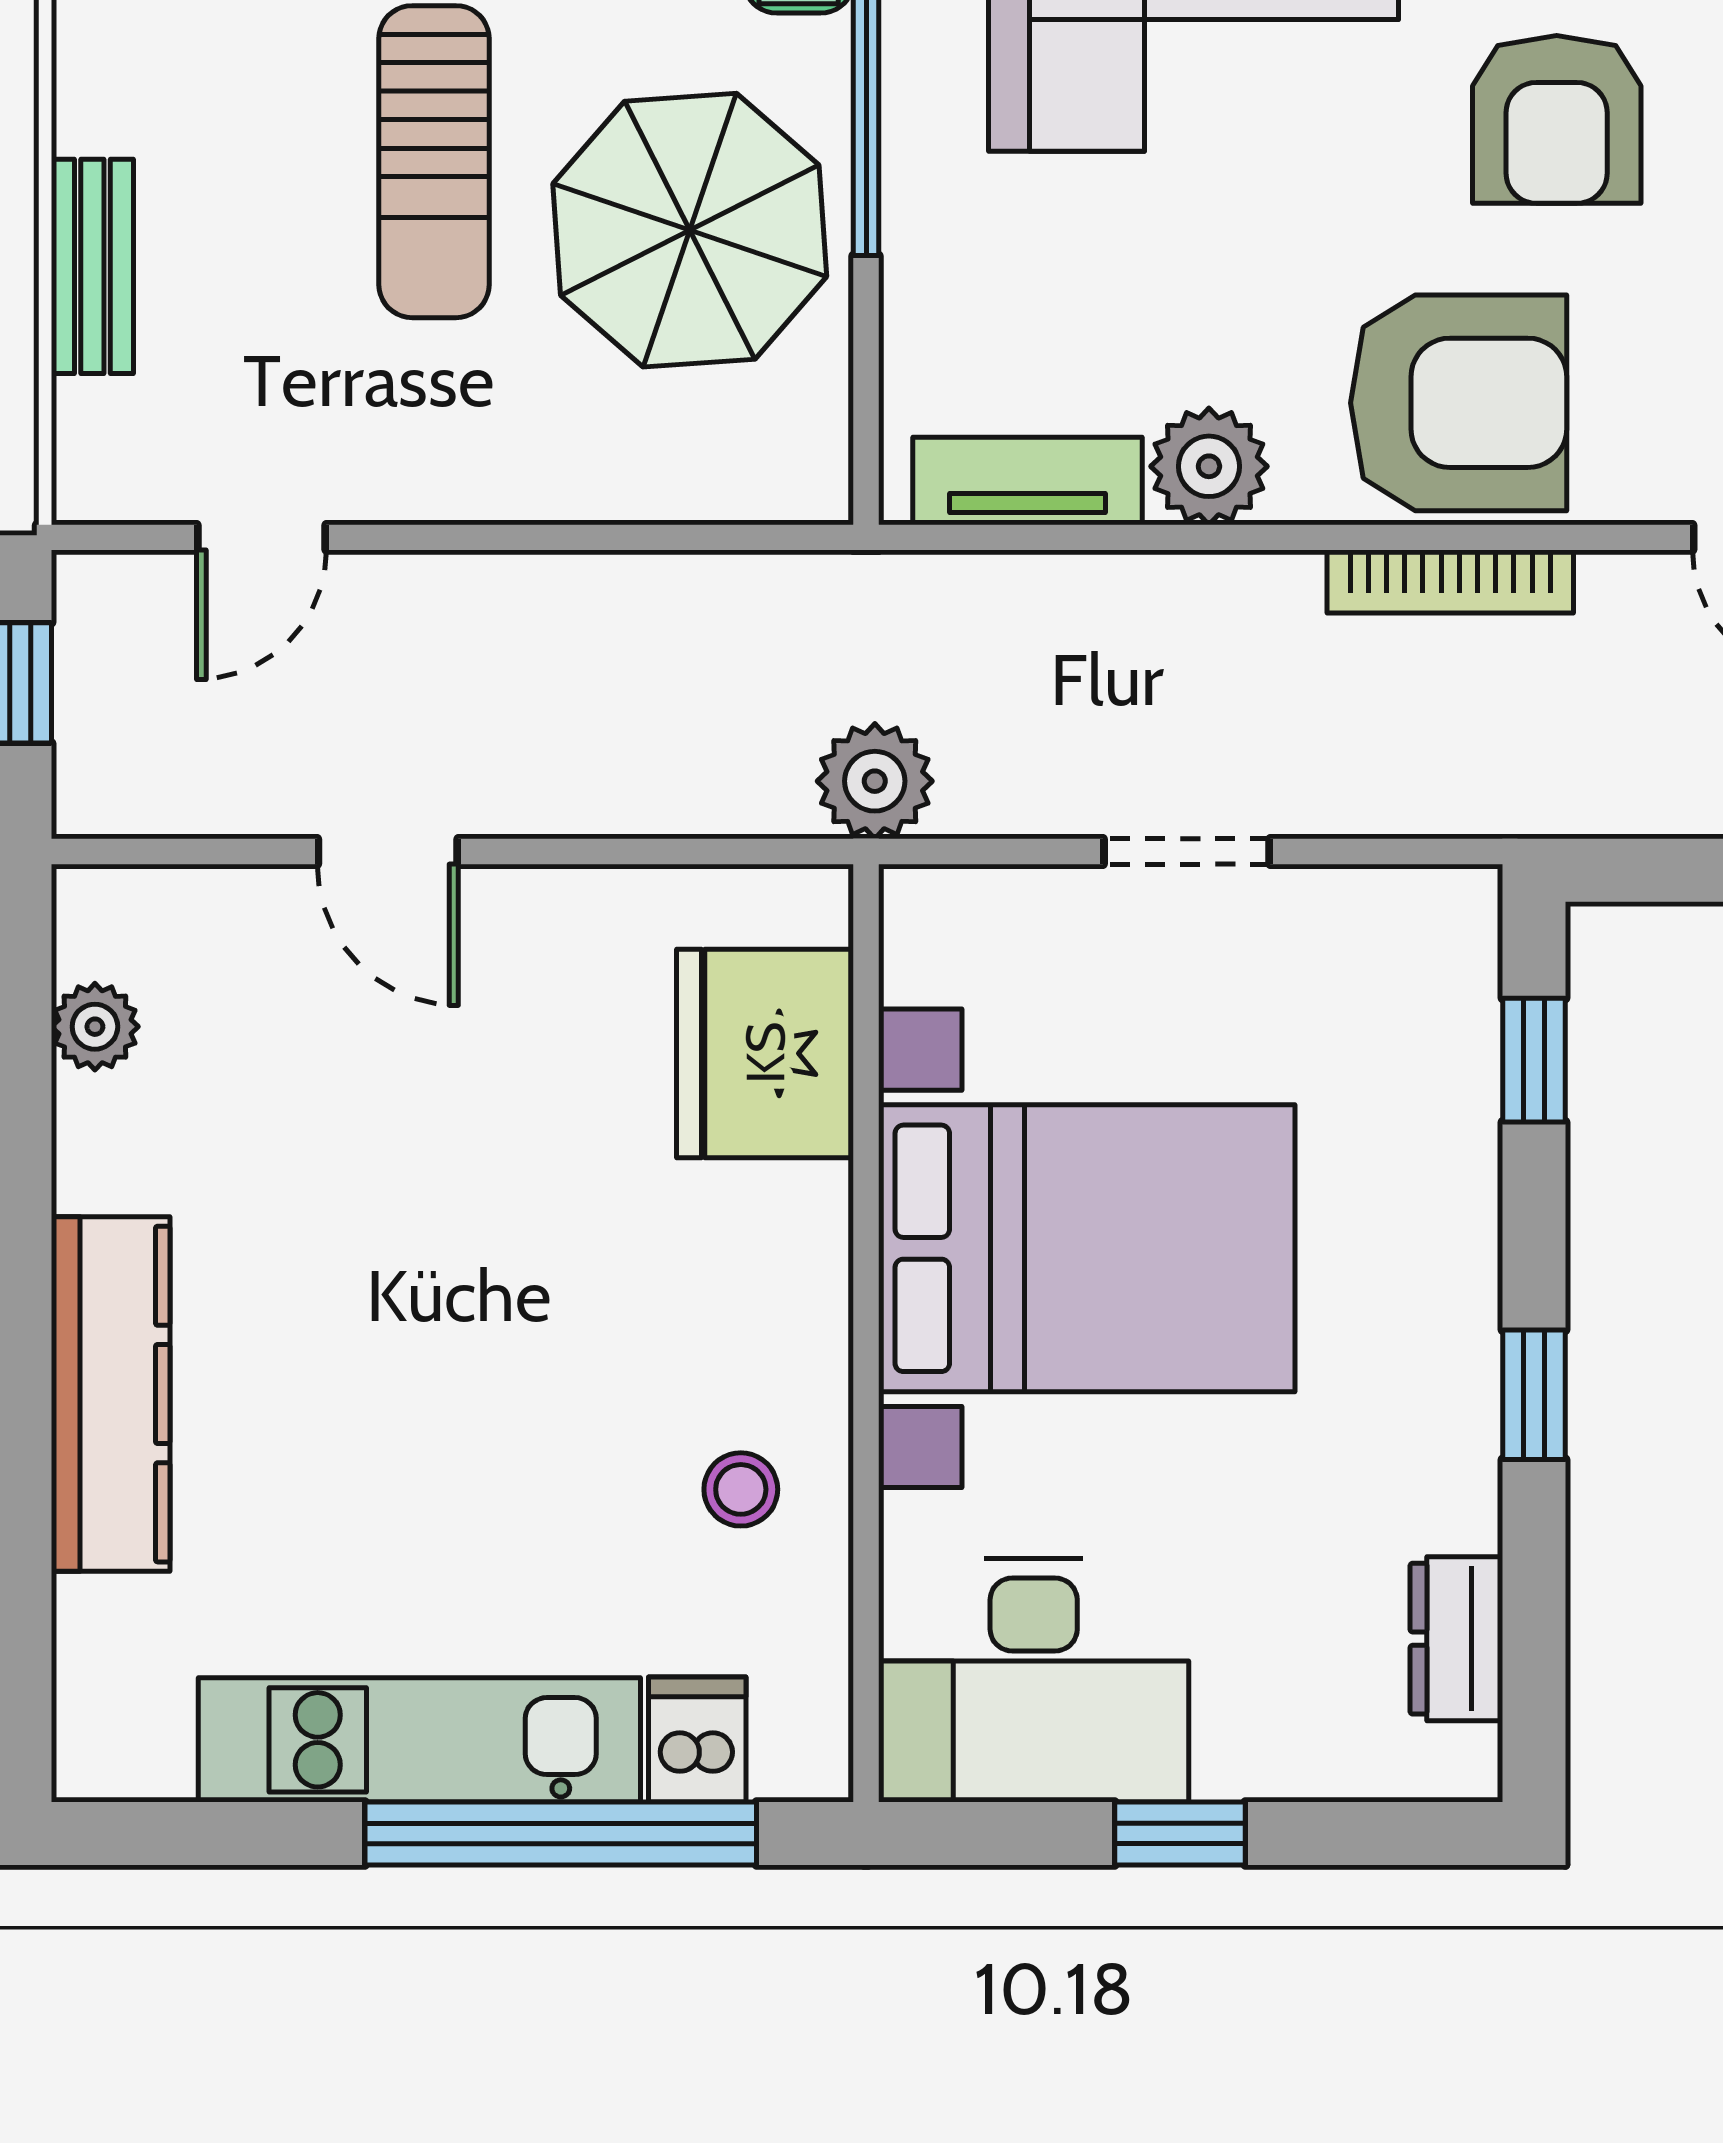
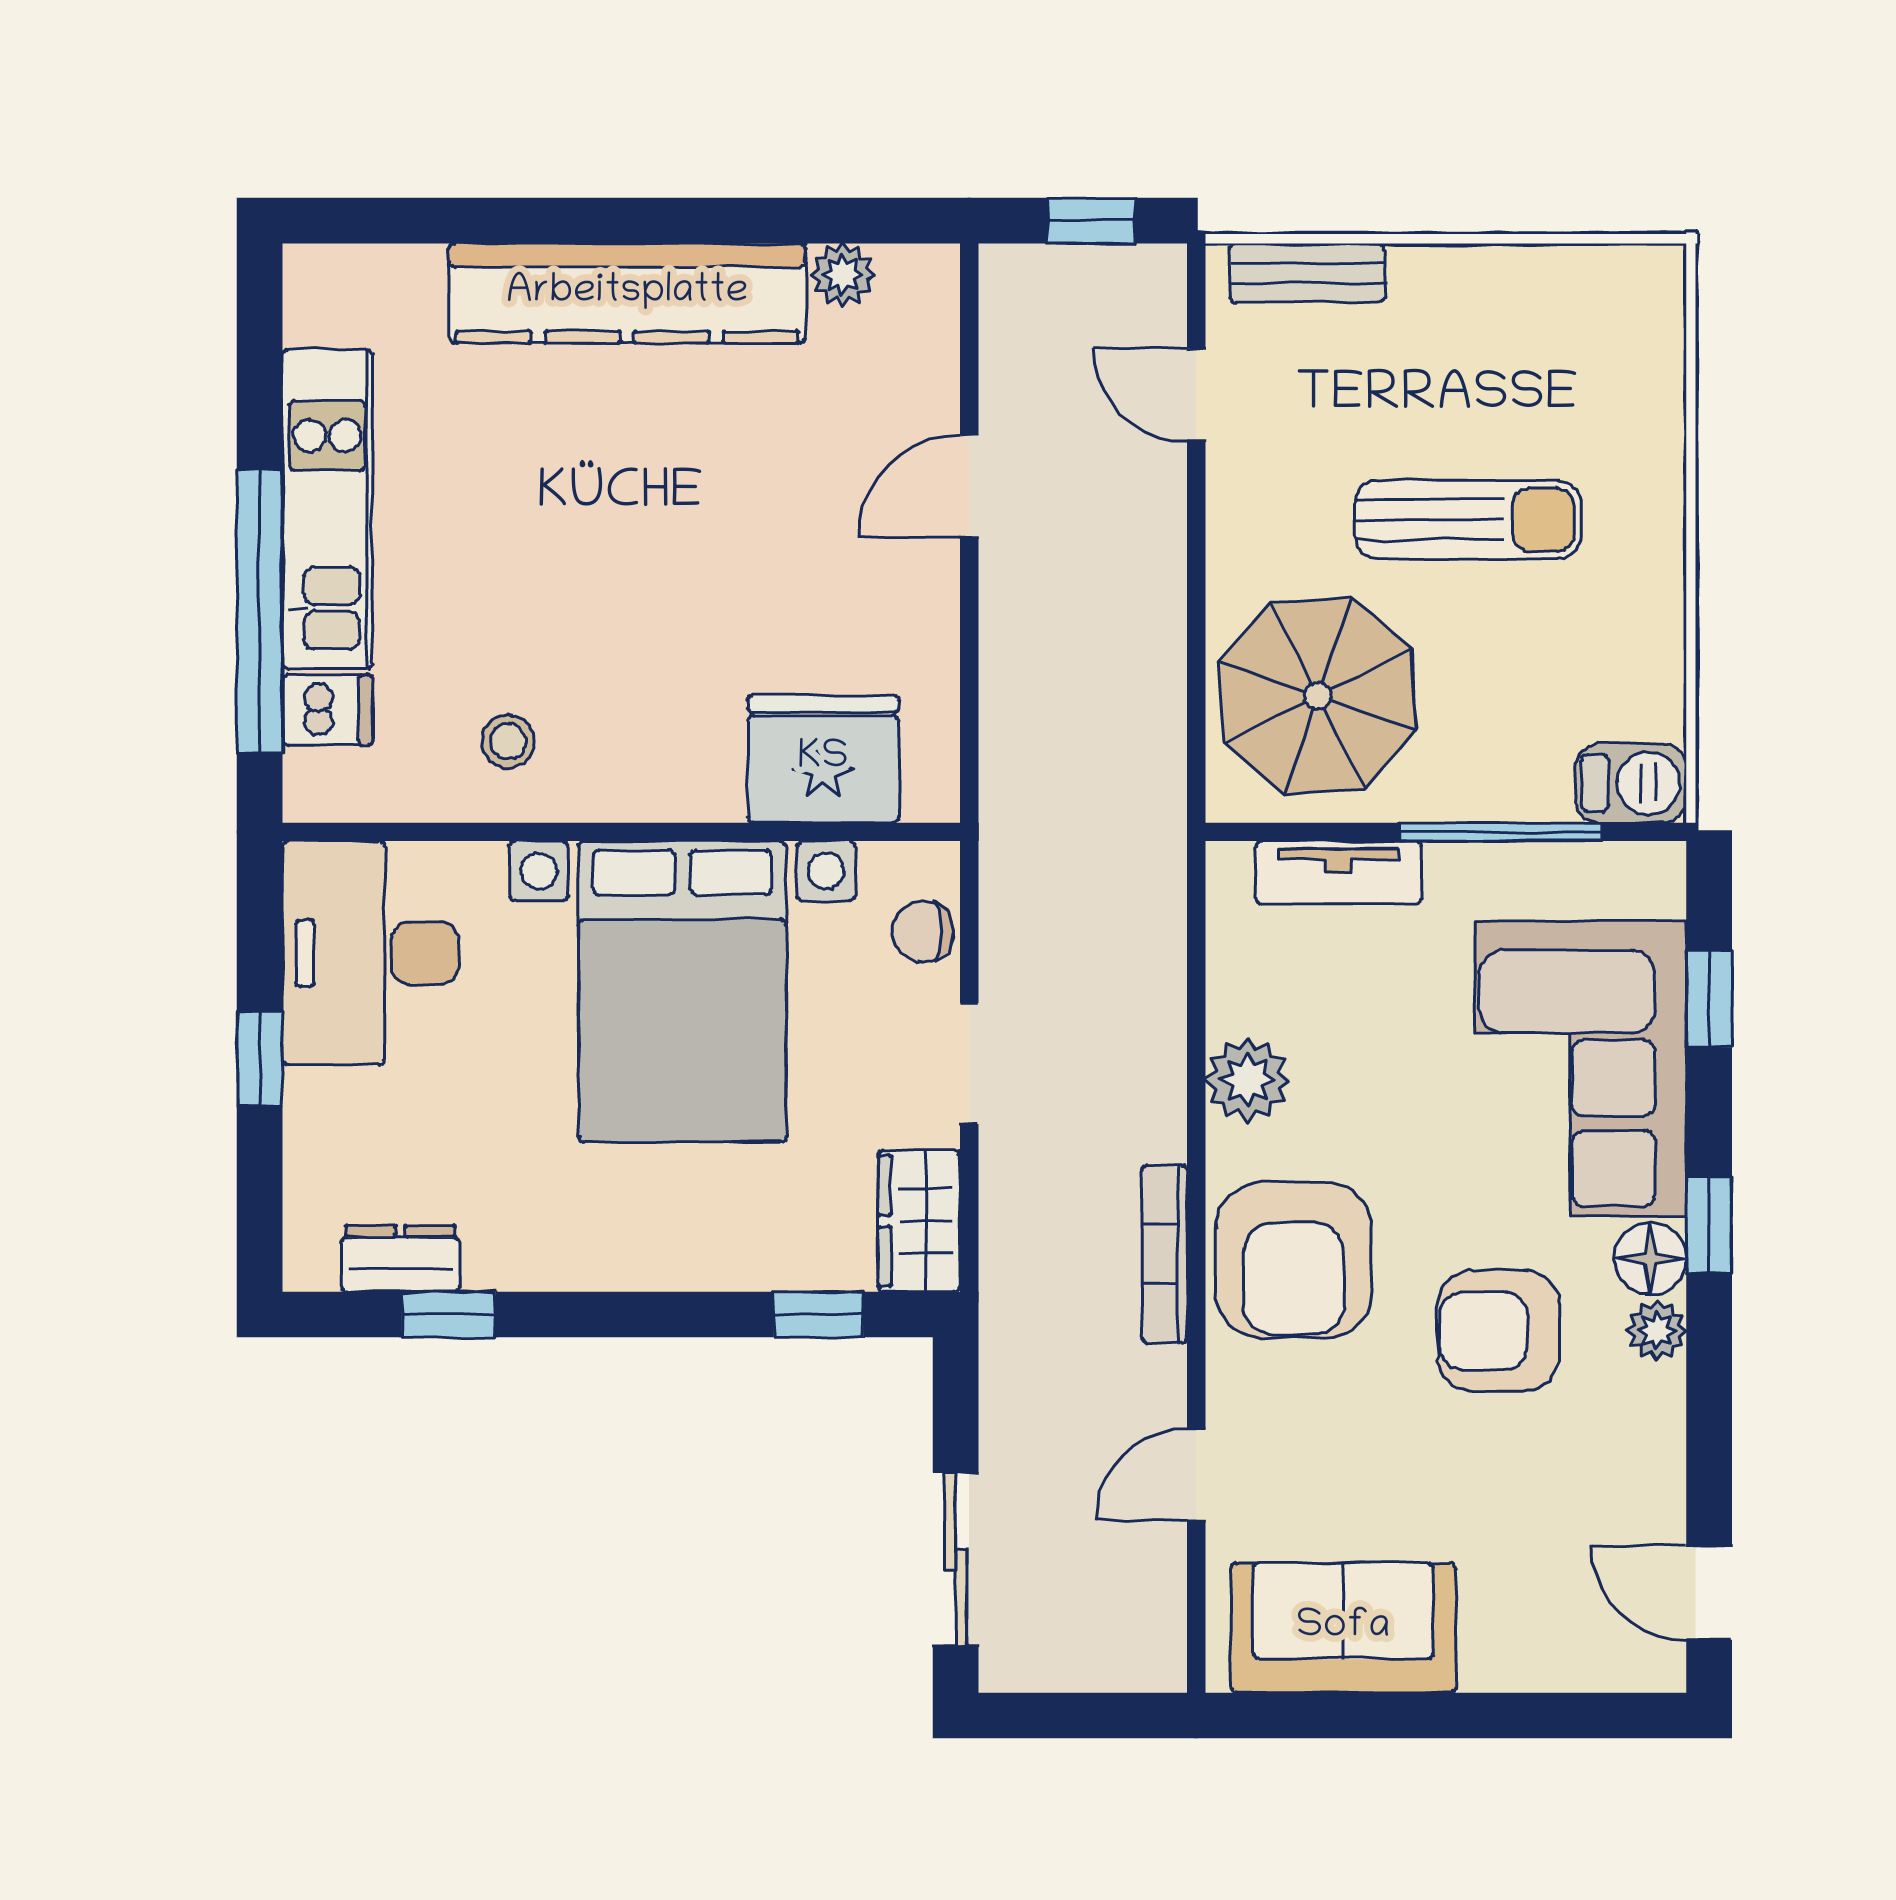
sun lounger: (434, 162) -> (1468, 520), turned 180
parasol: (690, 230) -> (1318, 696), moved
bench: (92, 266) -> (1307, 273), moved
tv unit: (1028, 481) -> (1339, 873), moved, turned 90
plant: (875, 781) -> (1020, 838), removed
chair: (1004, 916) -> (923, 931), added
wardrobe: (1404, 921) -> (919, 1221), added
kitchen counter: (111, 1394) -> (627, 293), width x1.39, depth x1.17
window: (1534, 1395) -> (449, 1315), moved

